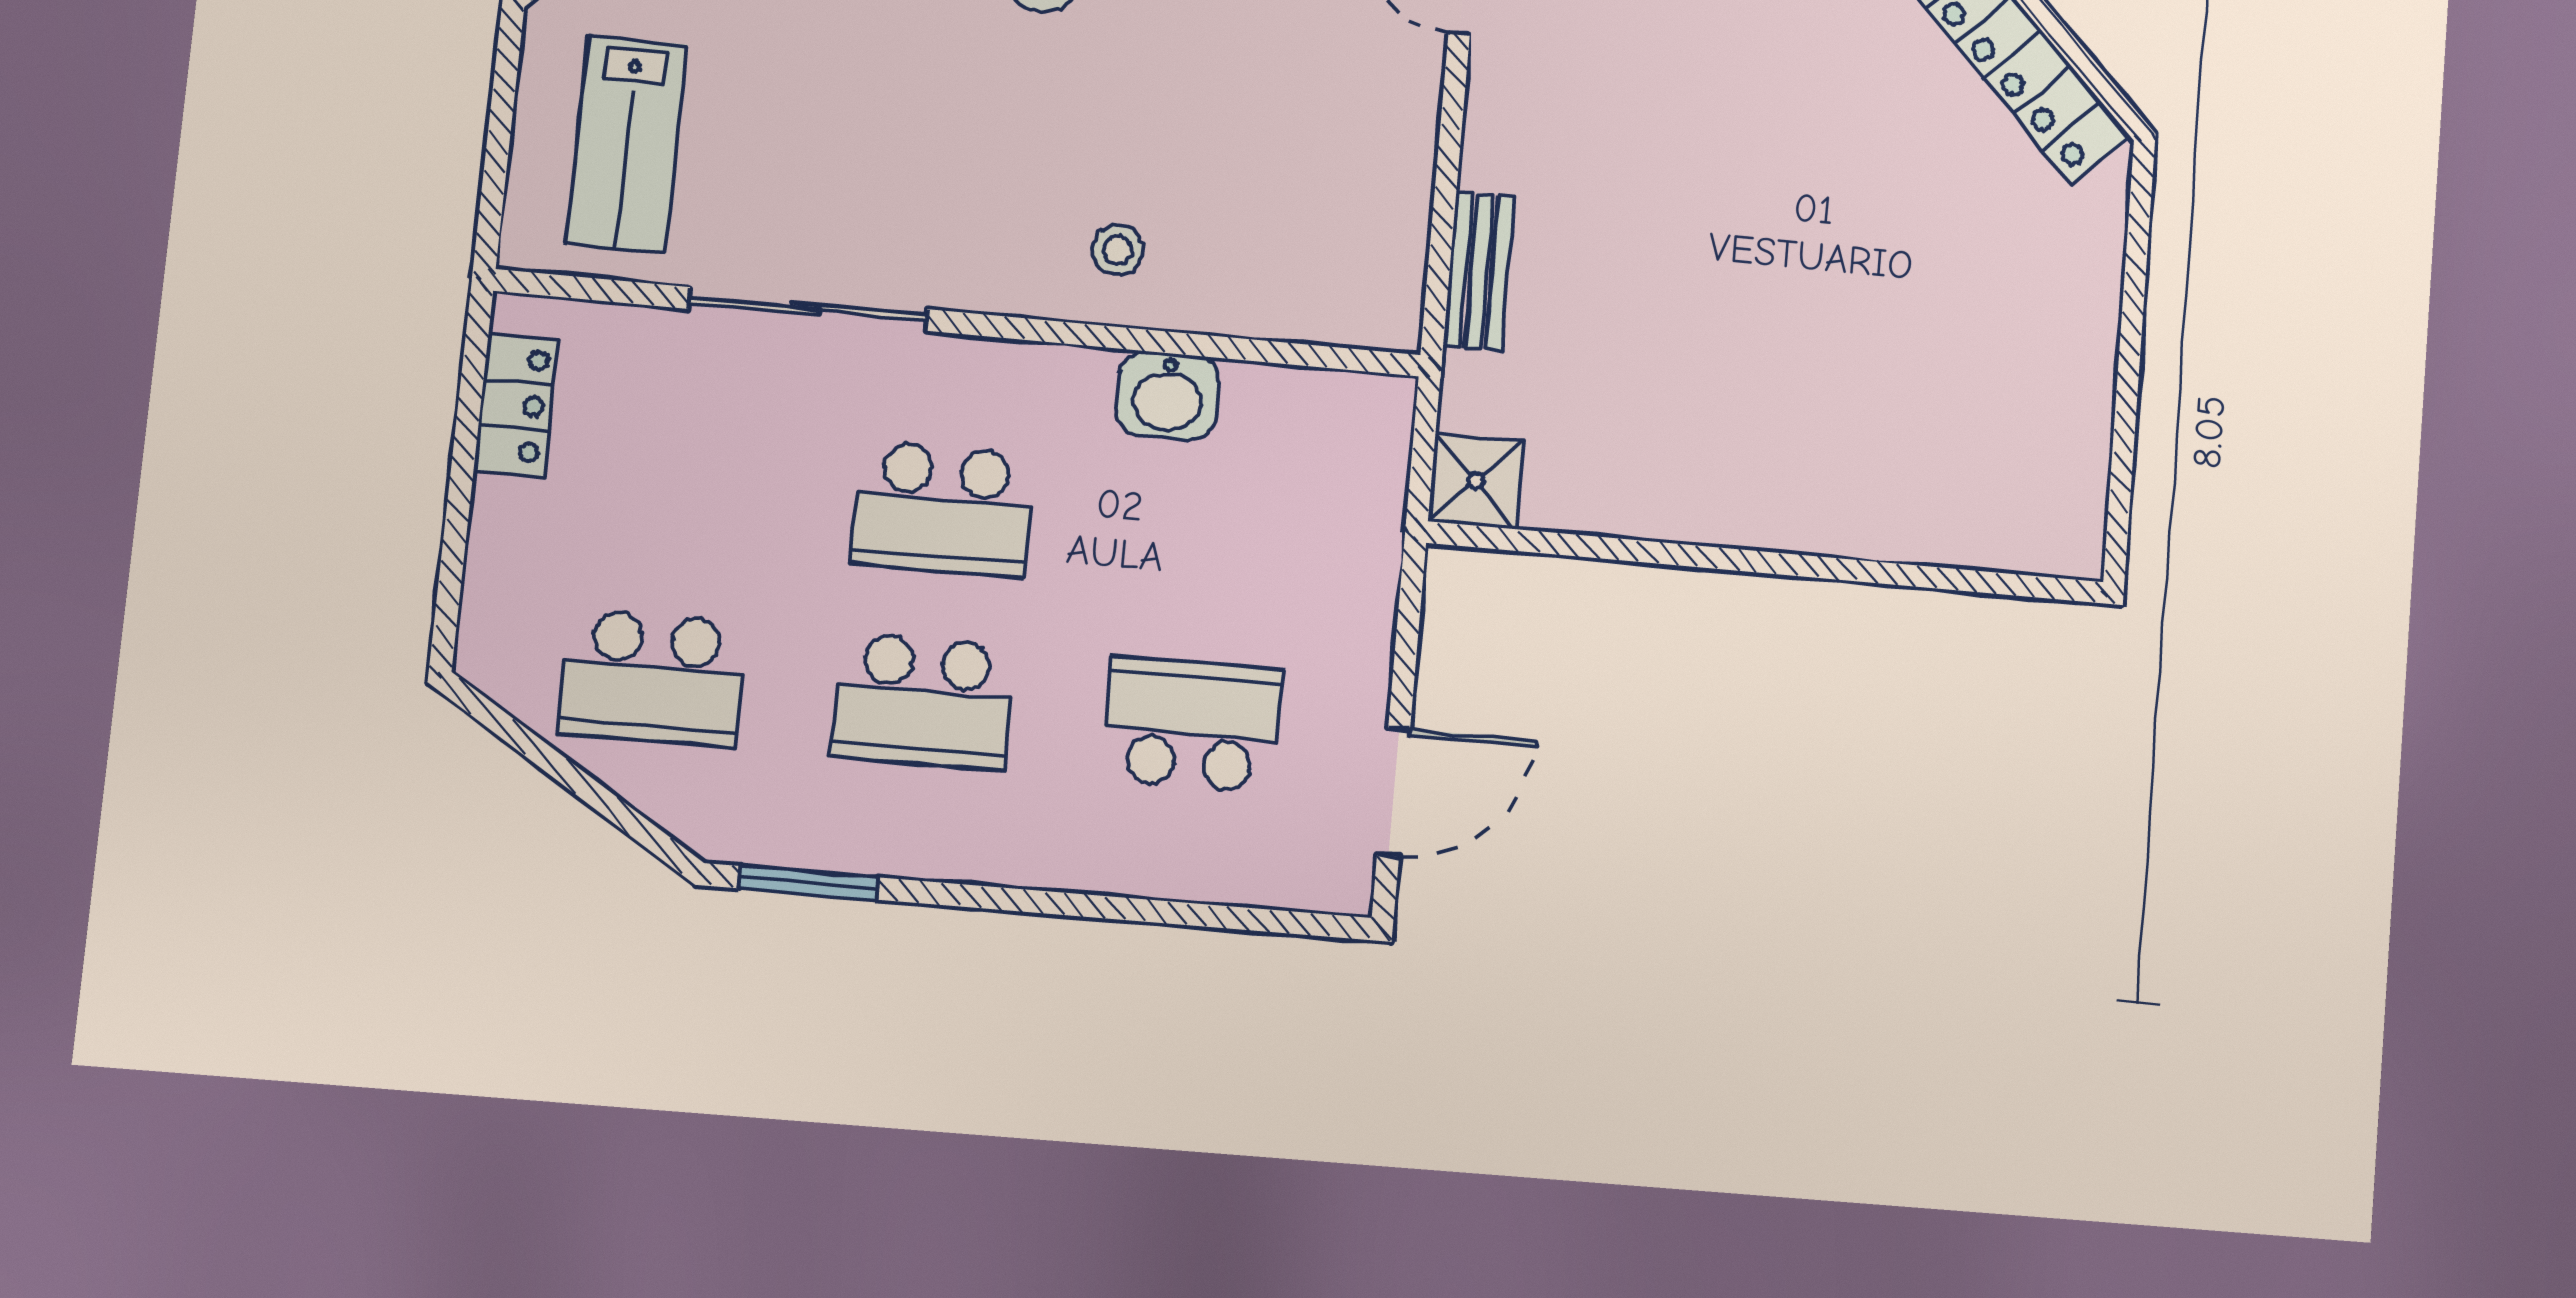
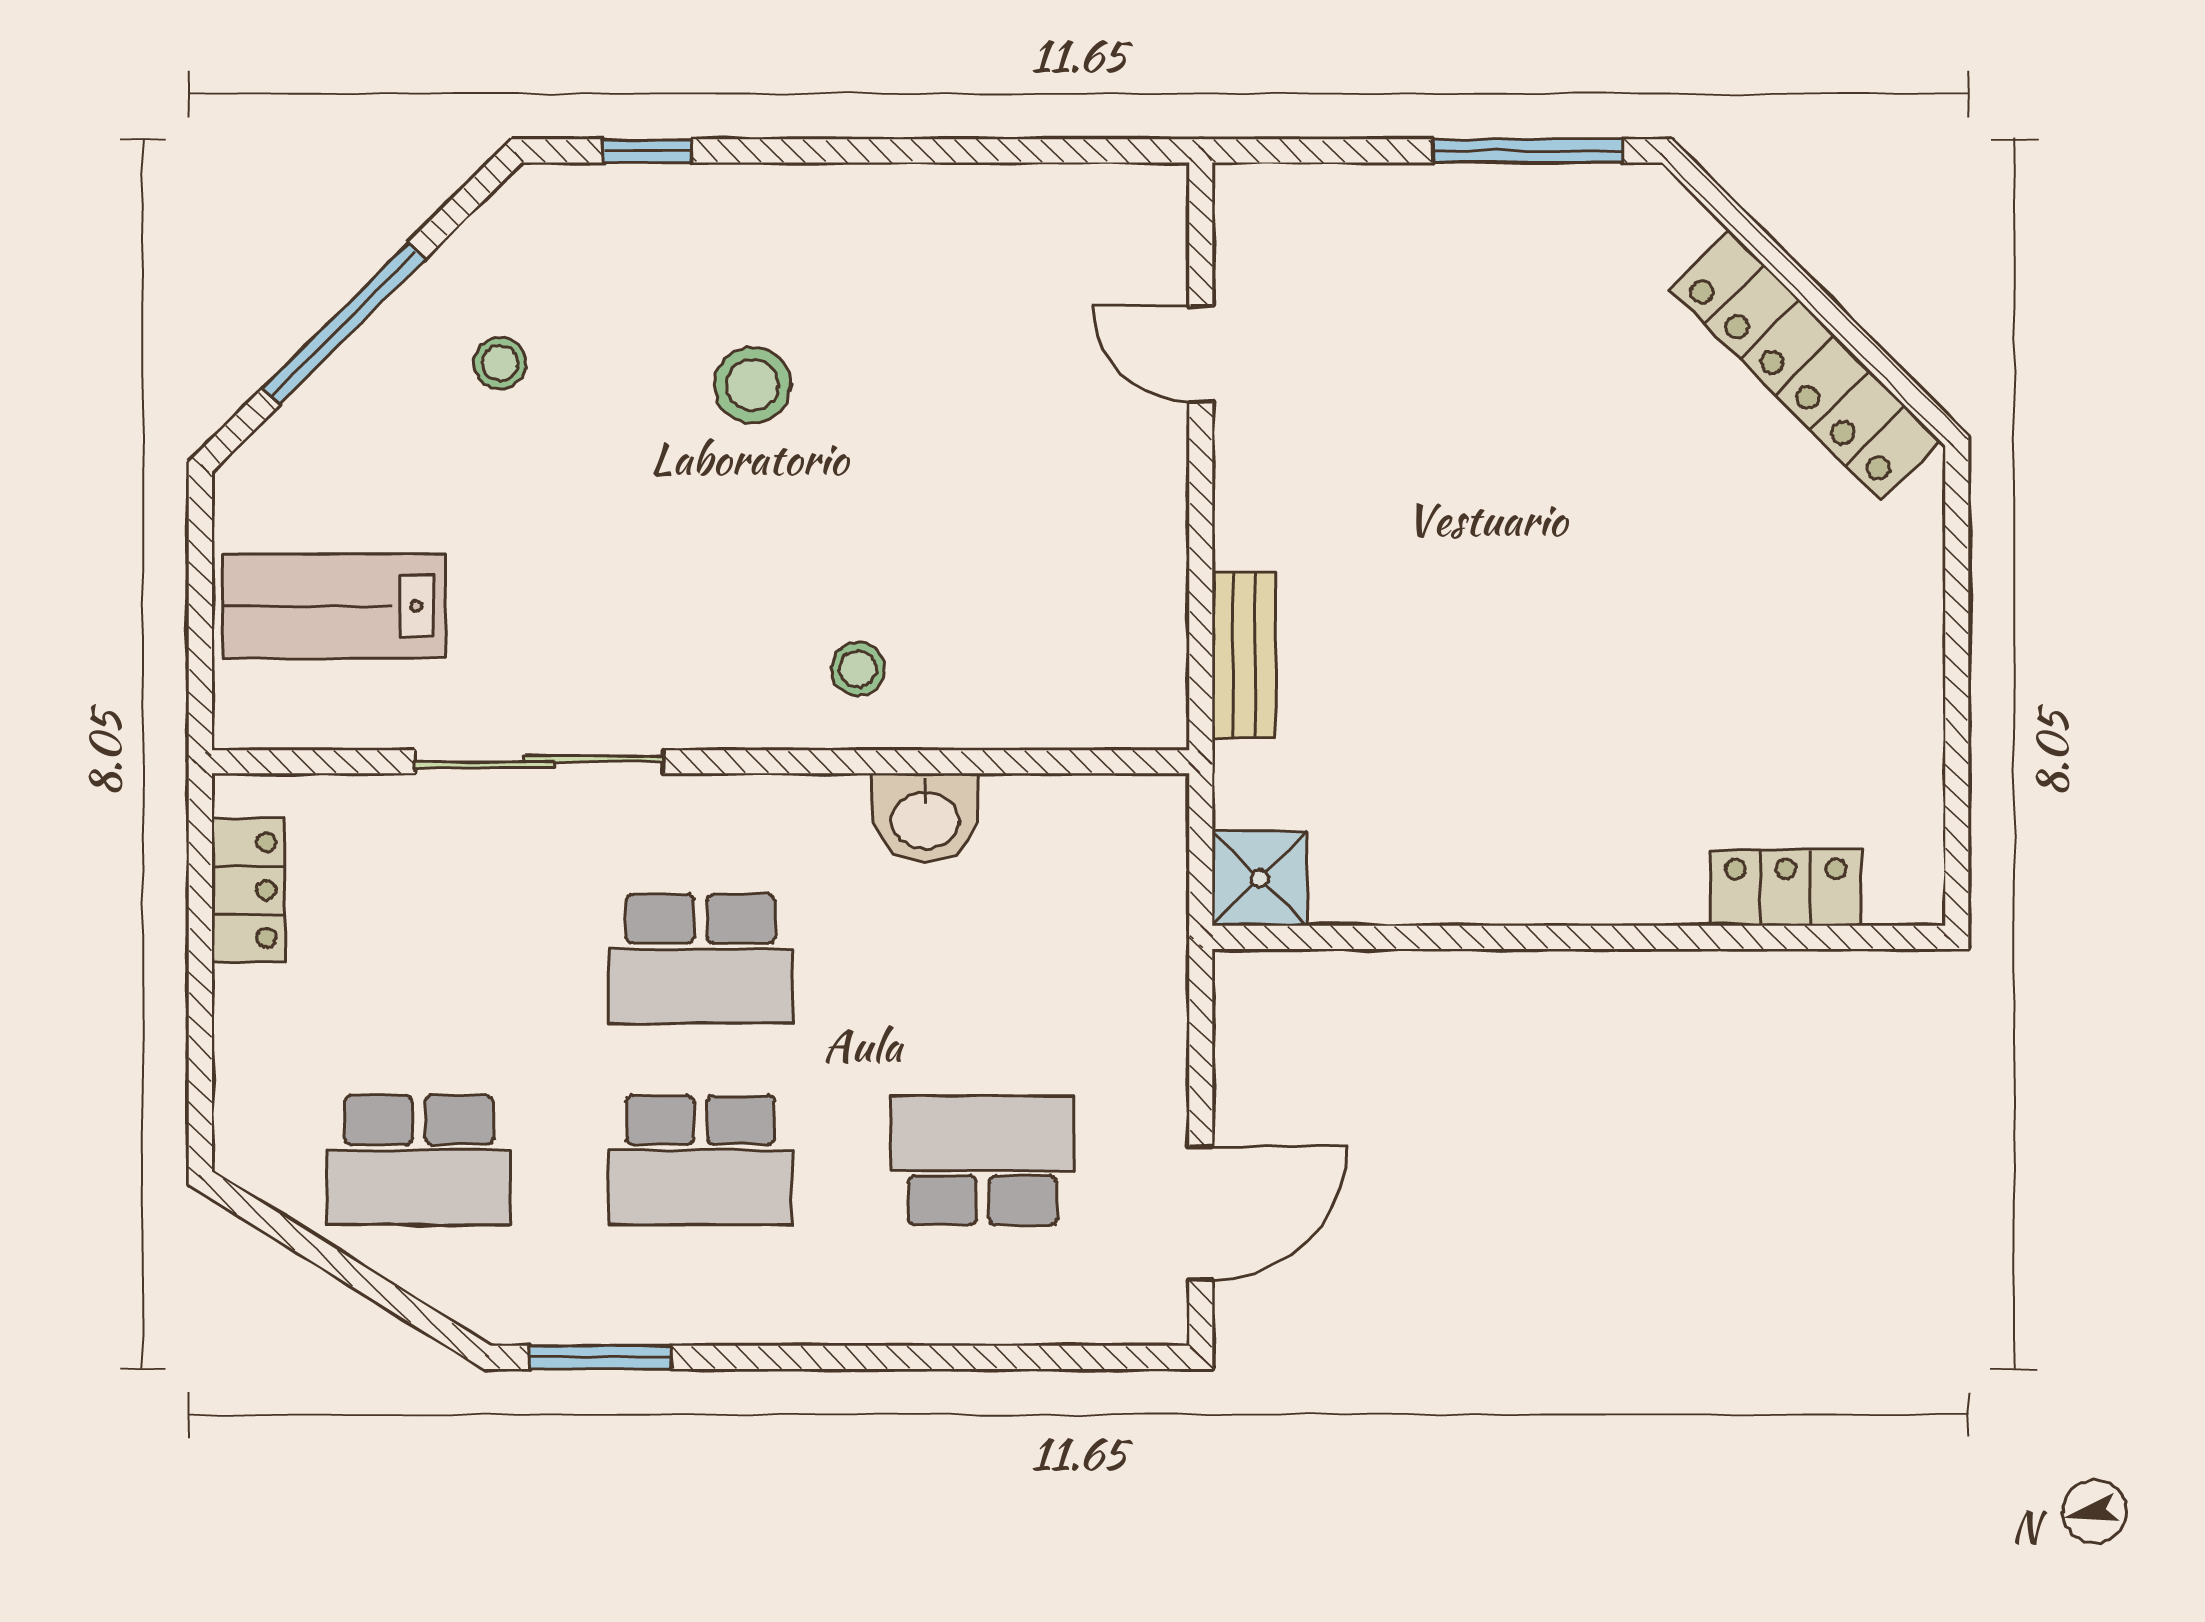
lab bench: (627, 144) -> (334, 606), turned 90
locker: (1960, 534) -> (1786, 888), added

